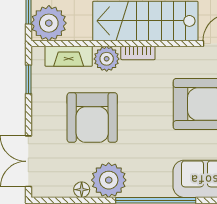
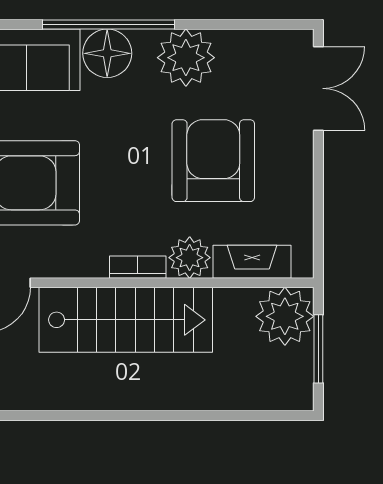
window: (28, 79) -> (318, 223), removed
floor lamp: (82, 190) -> (107, 53), moved, width x1.89, depth x1.89

